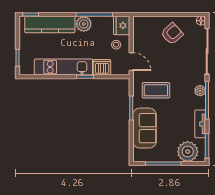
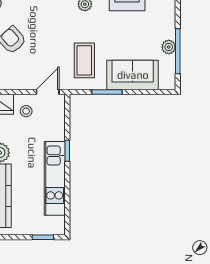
dishwasher: (102, 67) -> (55, 129), removed
plant: (188, 152) -> (169, 47), moved, width x0.53, depth x0.53

